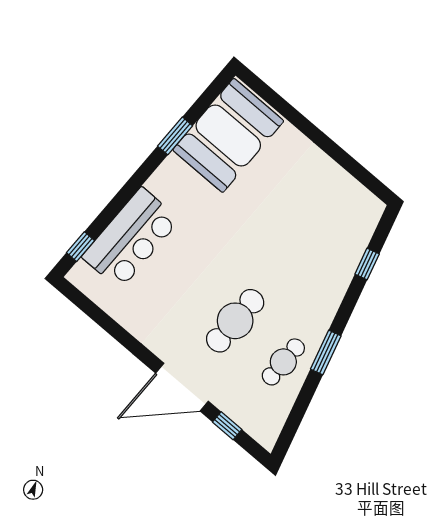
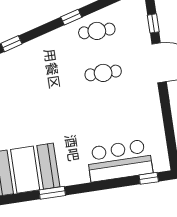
cafe table: (235, 321) -> (103, 73), width x0.73, depth x0.74
window: (326, 352) -> (71, 17), width x0.67

